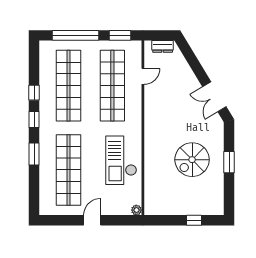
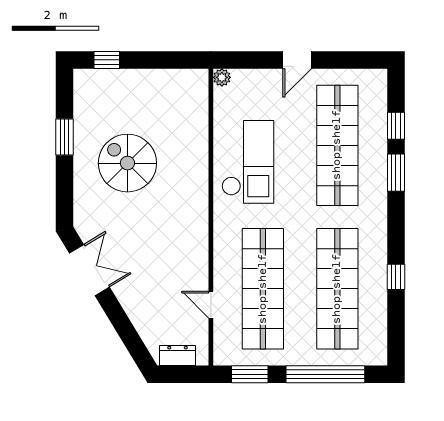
door: (143, 76) -> (211, 305), hinge flipped
window: (34, 120) -> (396, 126), moved
spiral stairs: (192, 160) -> (127, 163), turned -90
window: (229, 162) -> (64, 137), moved
window: (194, 220) -> (107, 60), moved

